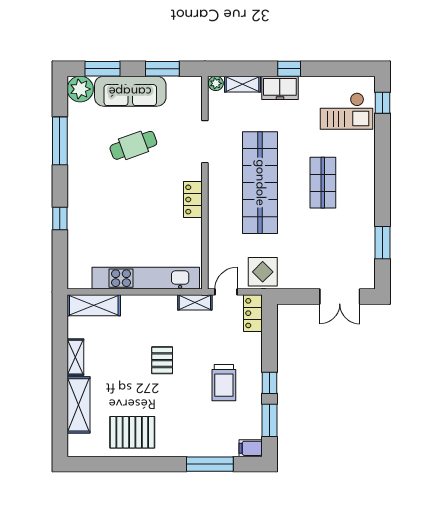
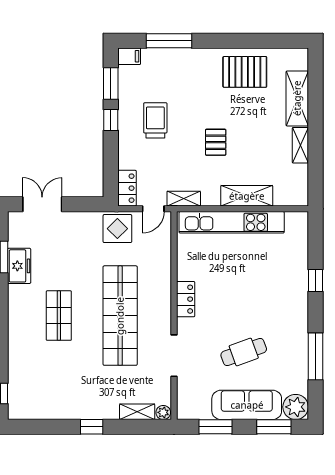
freezer: (280, 88) -> (19, 266), moved, turned 90
checkout: (347, 111) -> (36, 385), removed
shelving: (94, 305) -> (247, 196), moved

